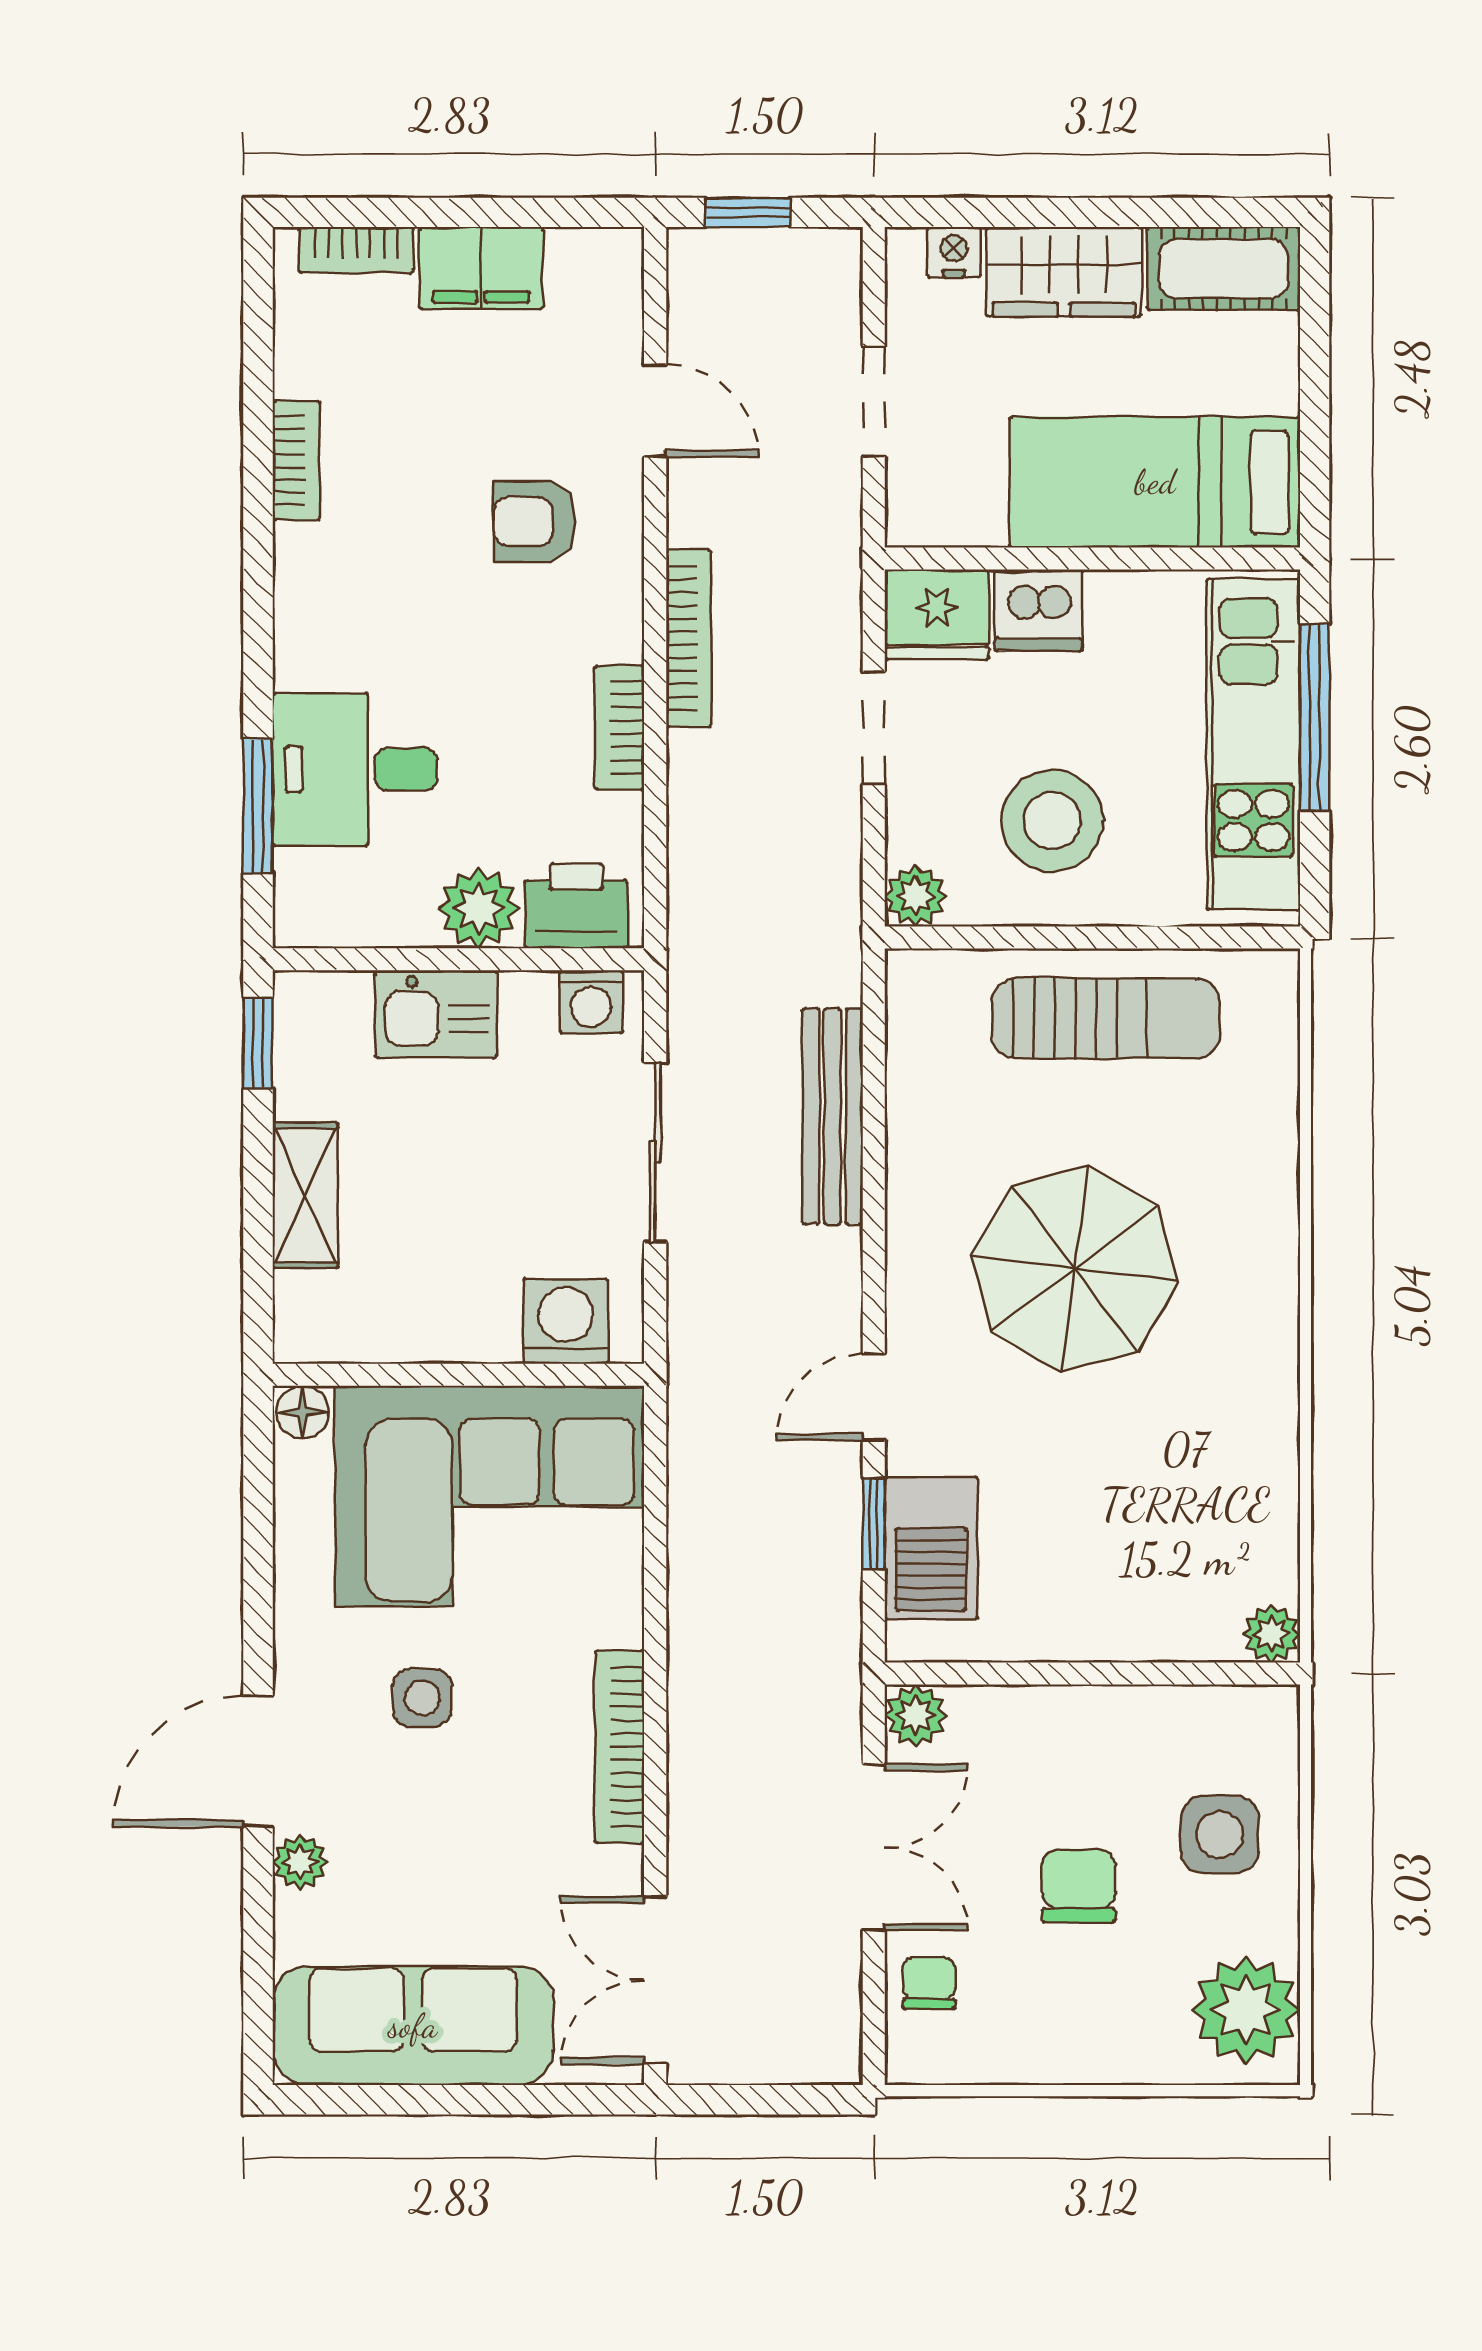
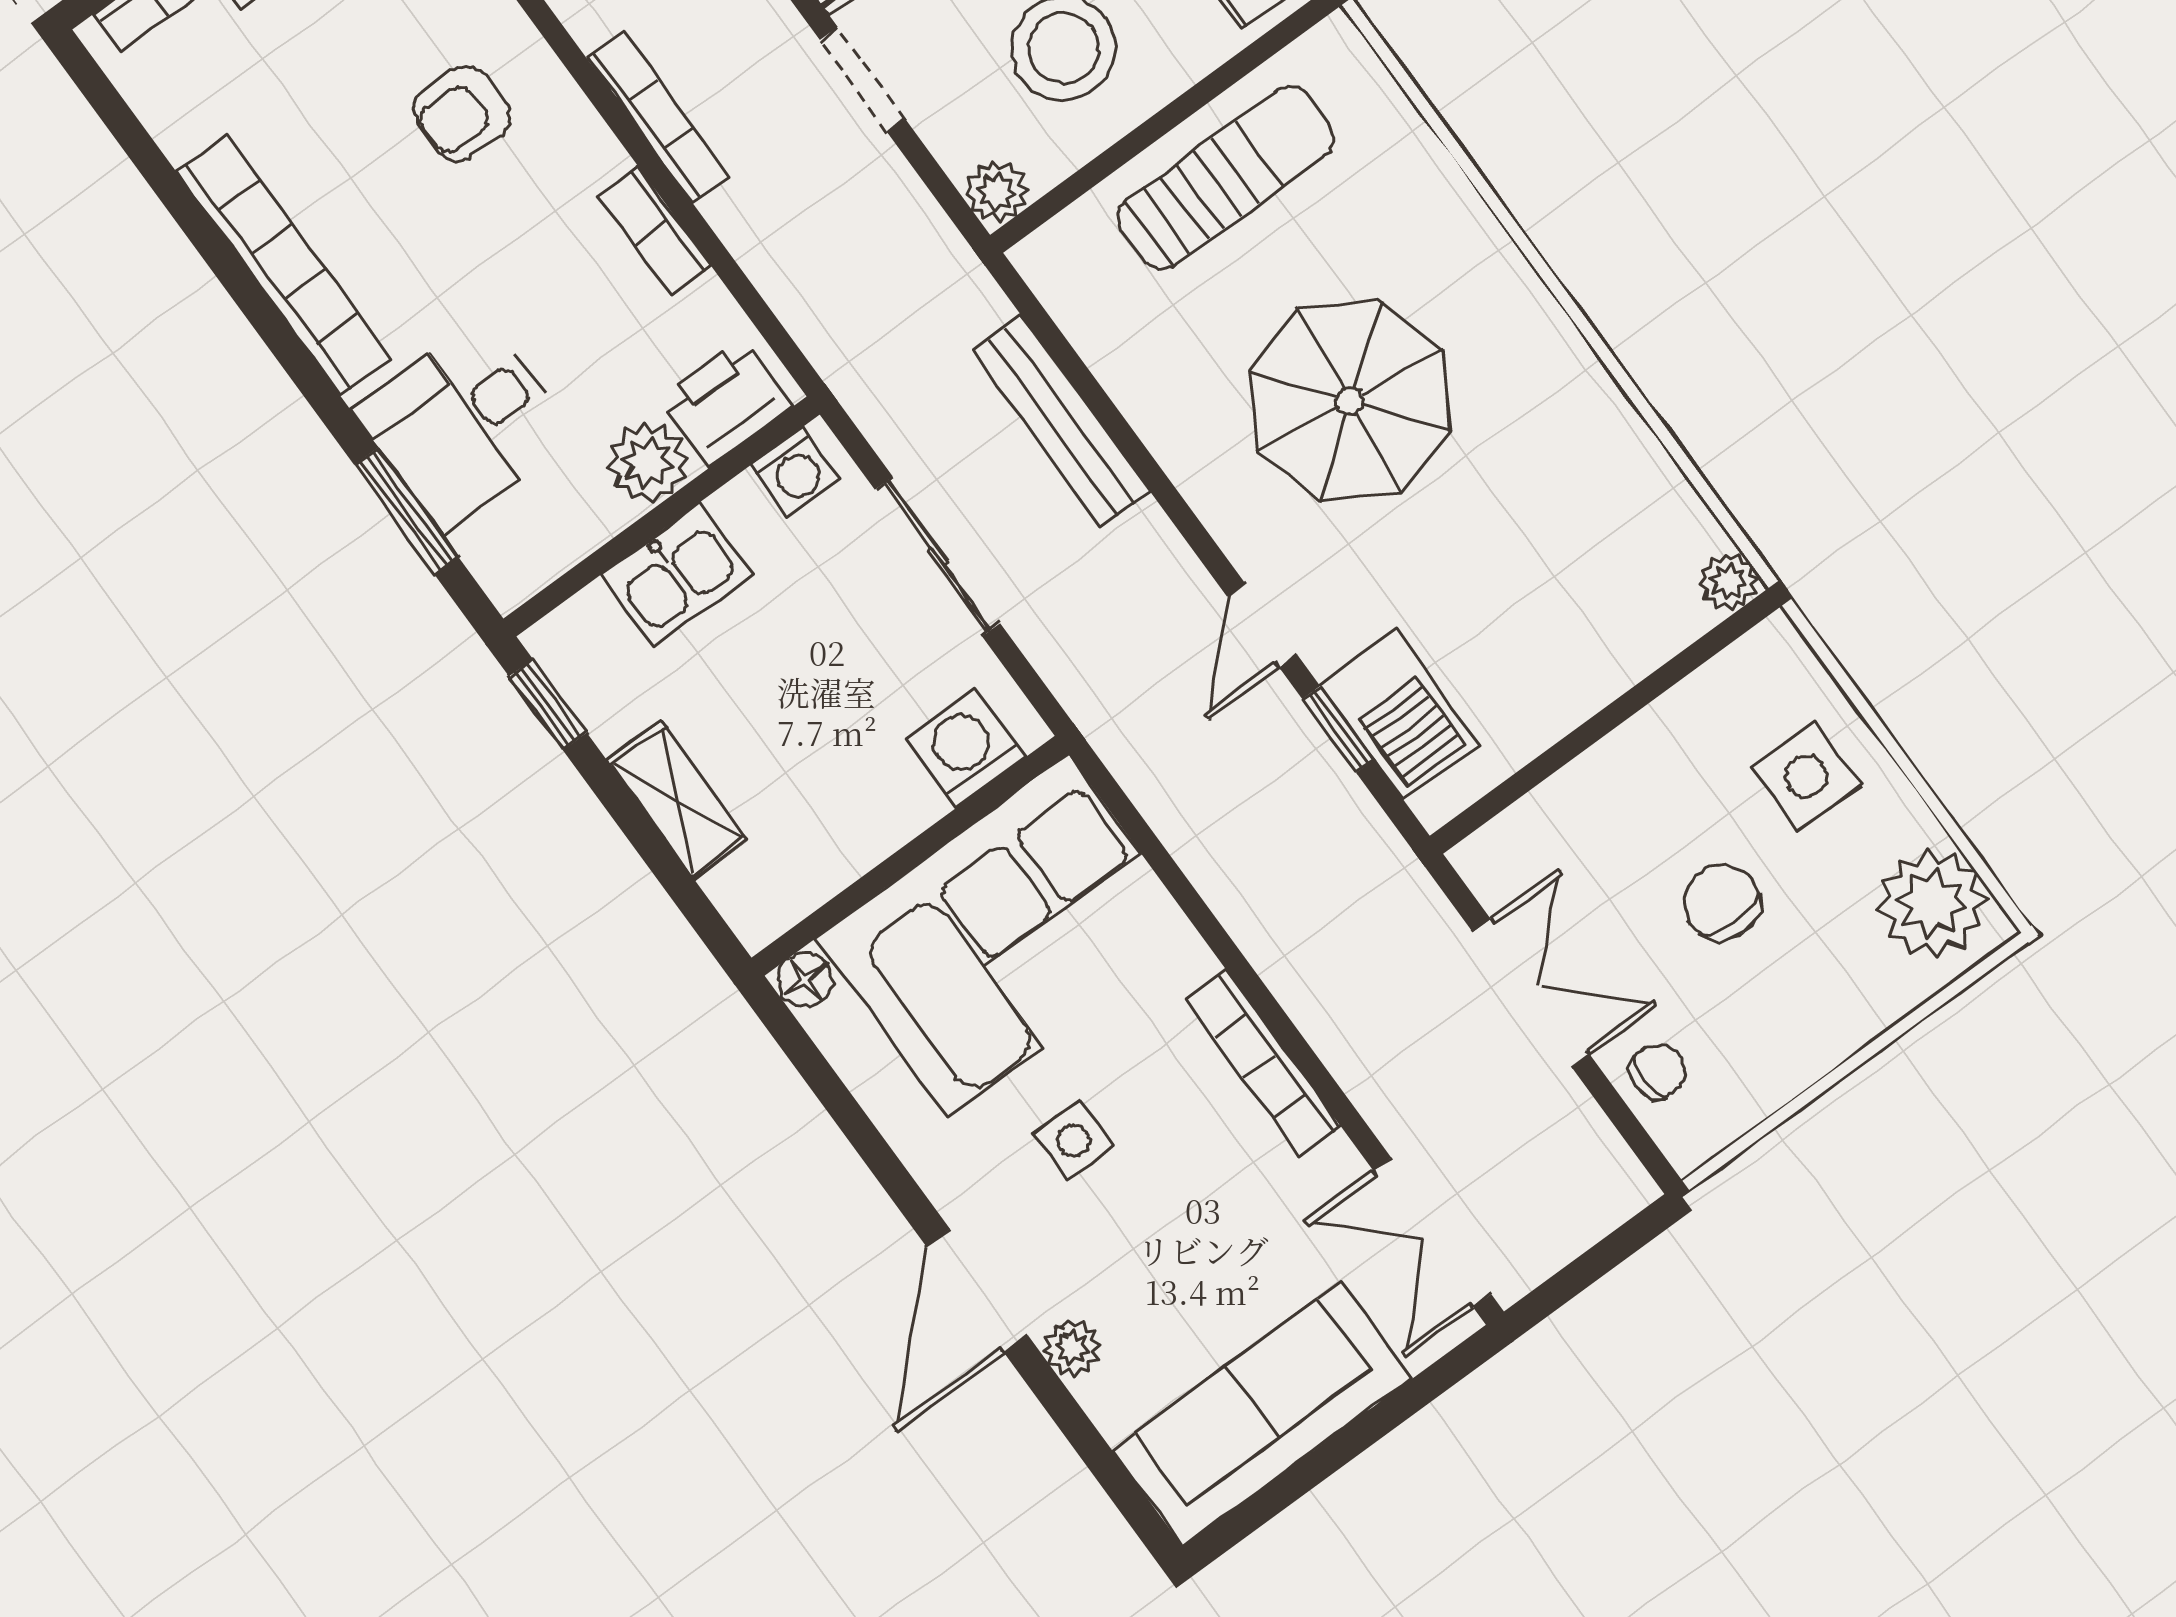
bookcase: (296, 460) -> (284, 265), width x2.31, depth x1.31
plant: (916, 1716) -> (1487, 861), removed
chair: (929, 1983) -> (1657, 1071), turned 90

